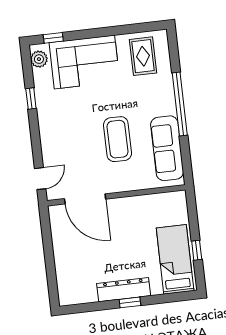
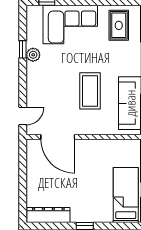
plant: (39, 59) -> (33, 55), moved
dresser: (124, 290) -> (48, 215), moved

